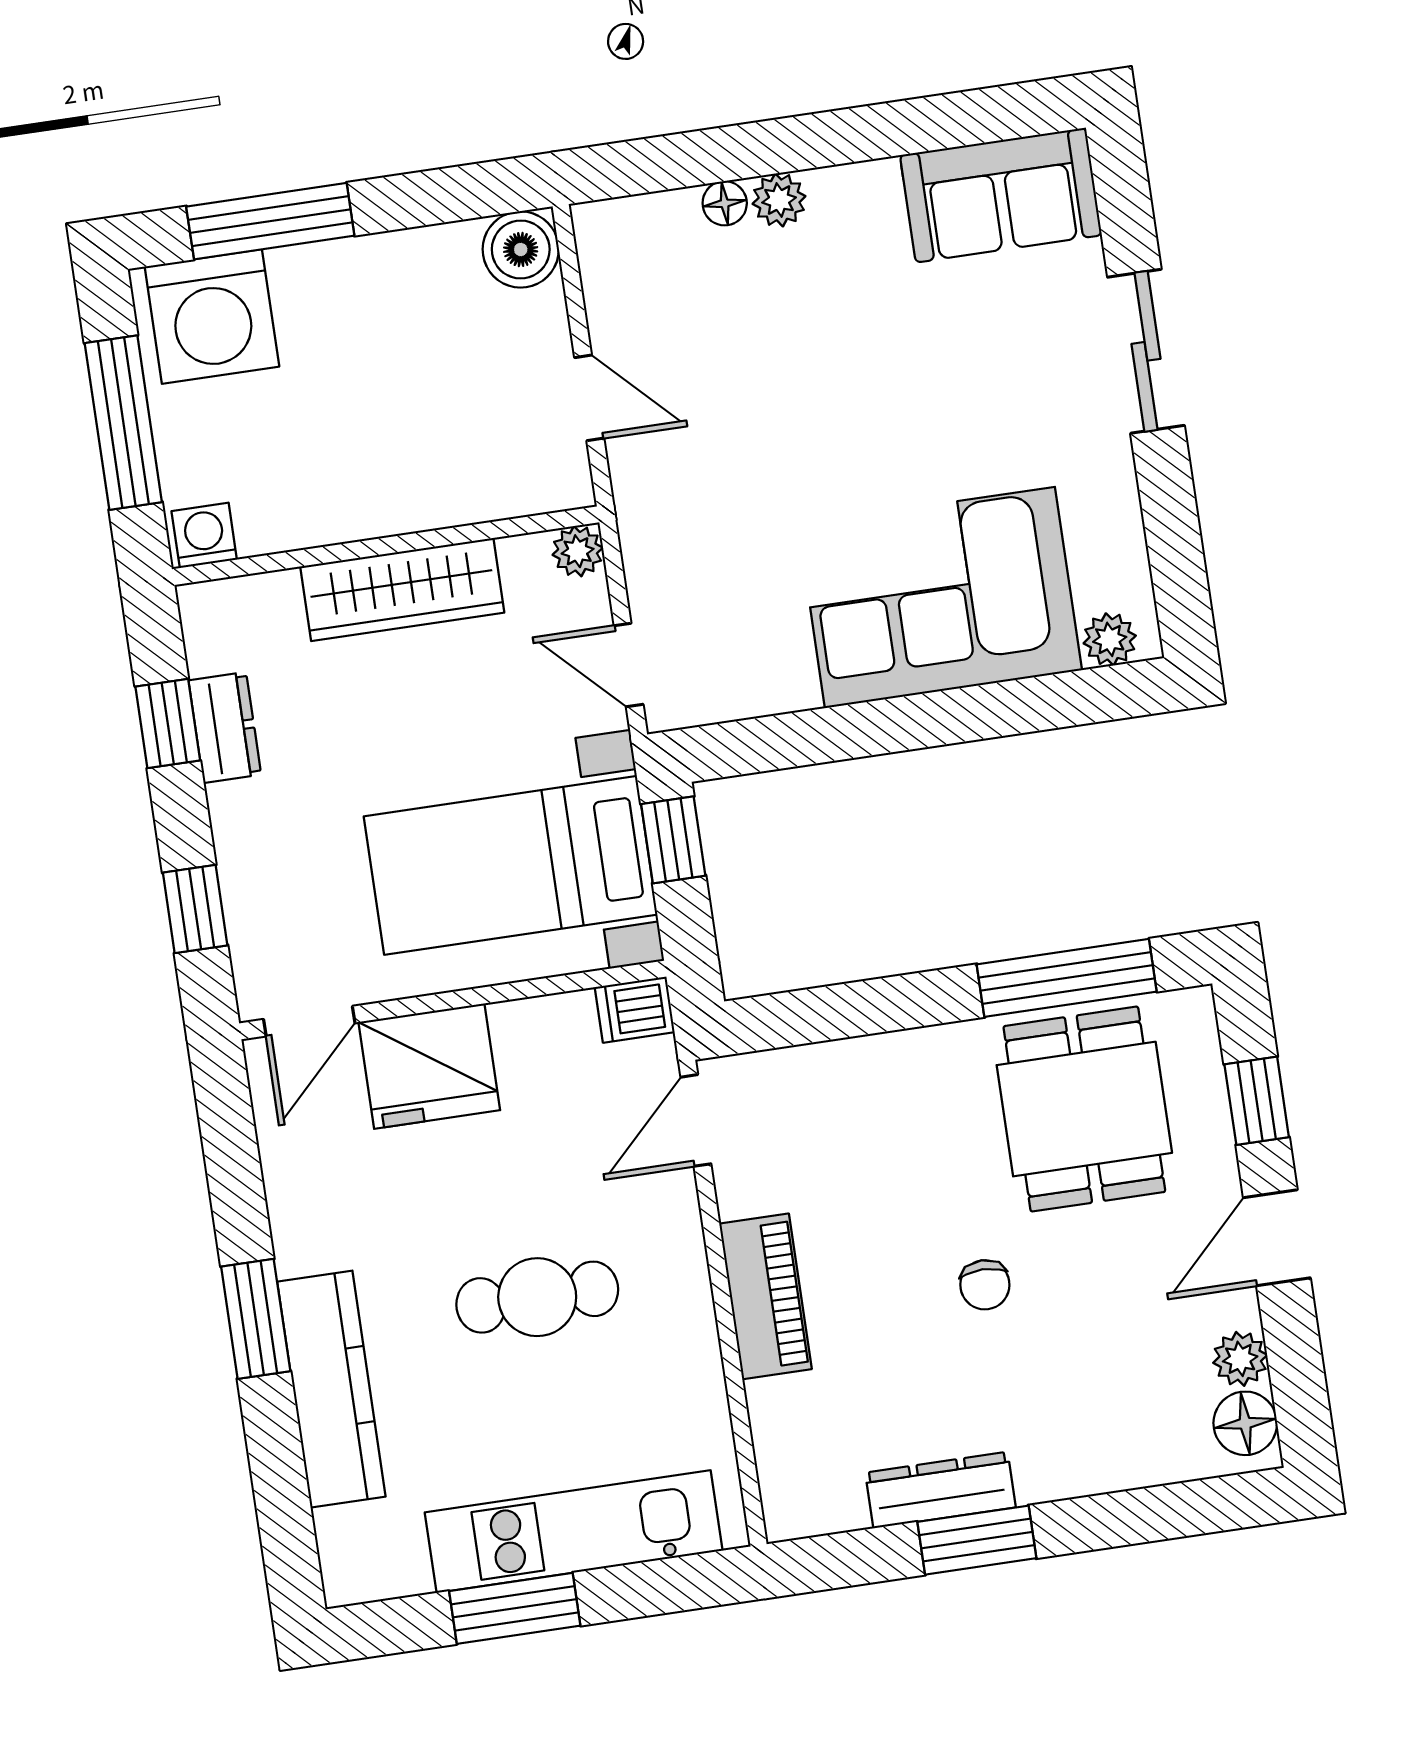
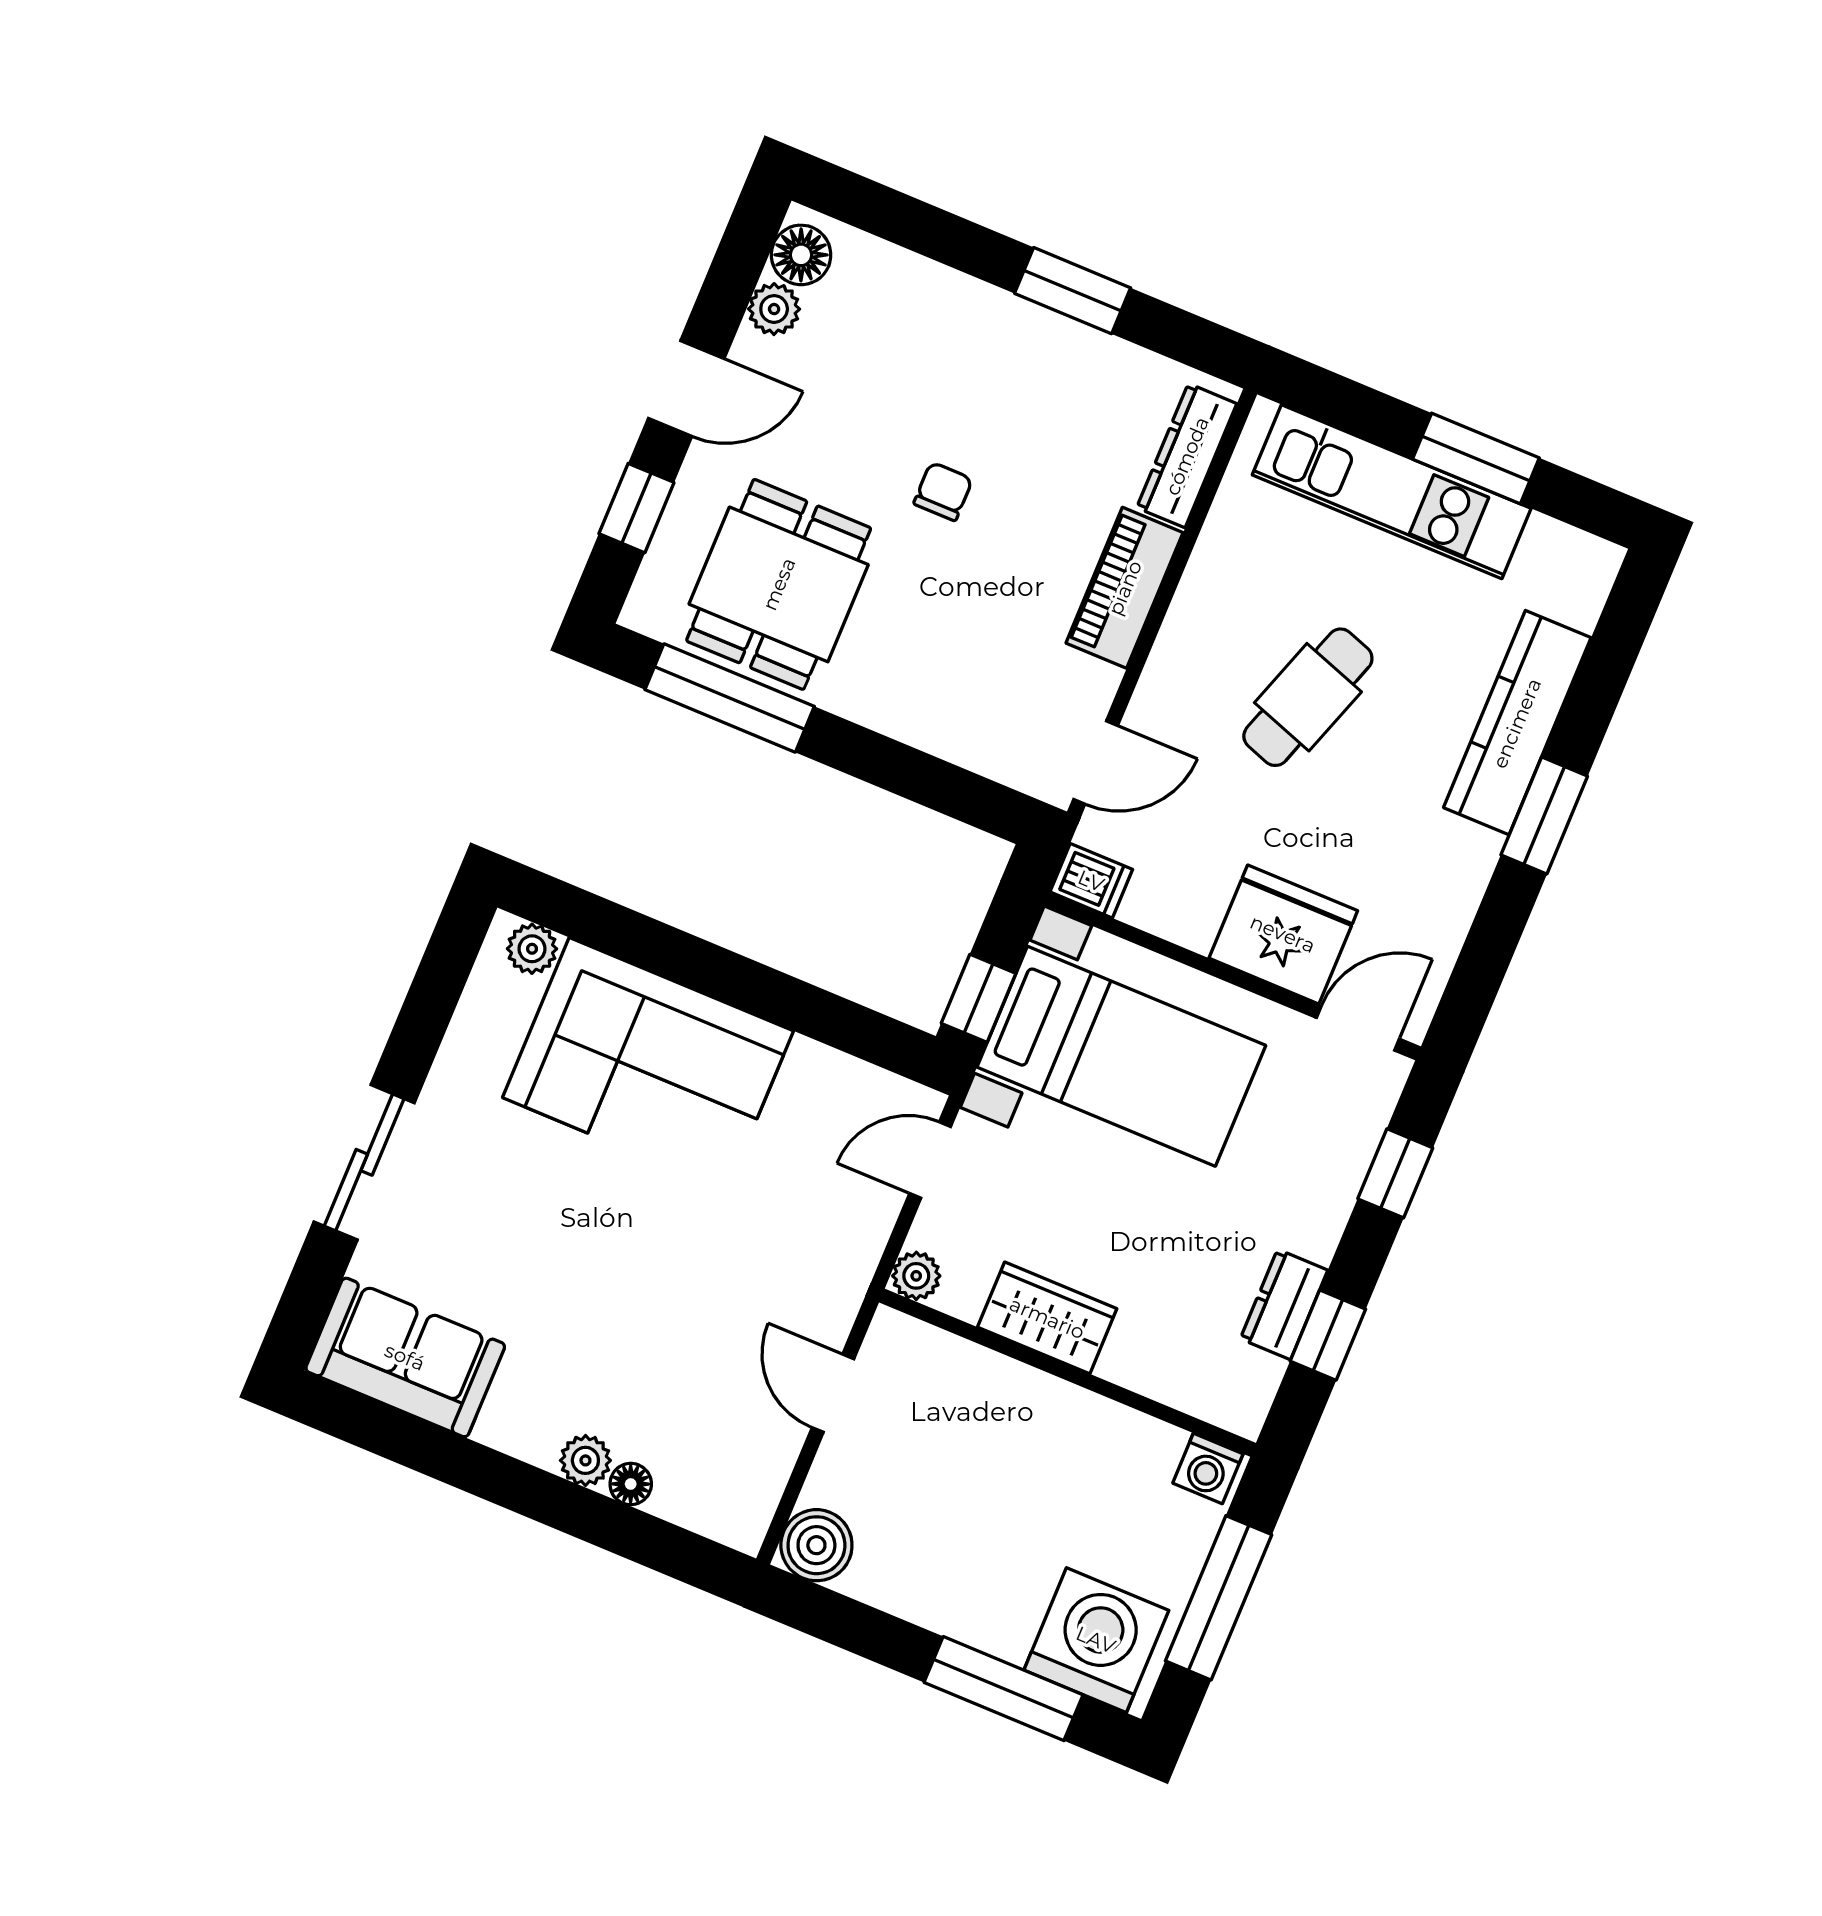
wardrobe: (402, 590) -> (1047, 1318), width x0.67
door: (629, 665) -> (930, 1160), swing flipped
cafe table: (537, 1297) -> (1308, 697), turned -71
dresser: (940, 1490) -> (1187, 456), moved, turned 90

